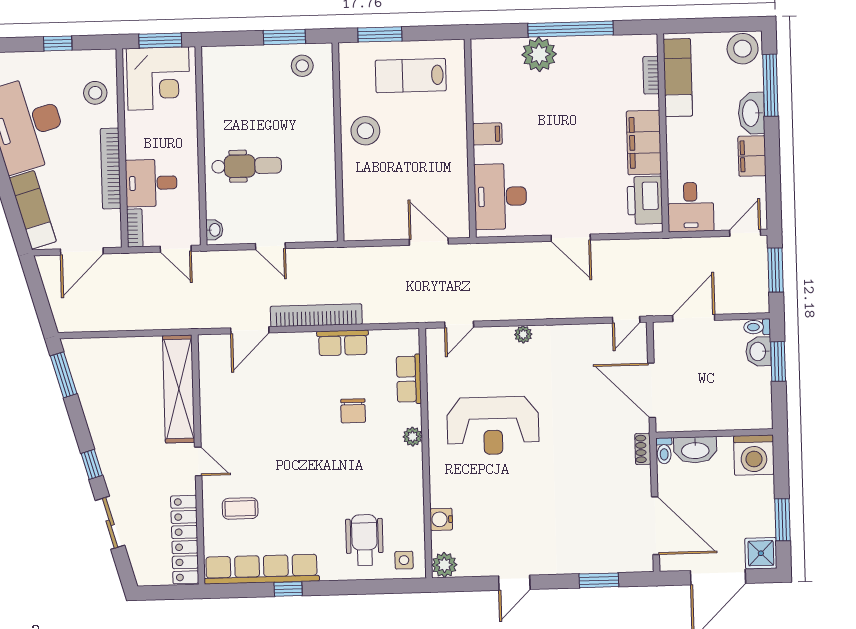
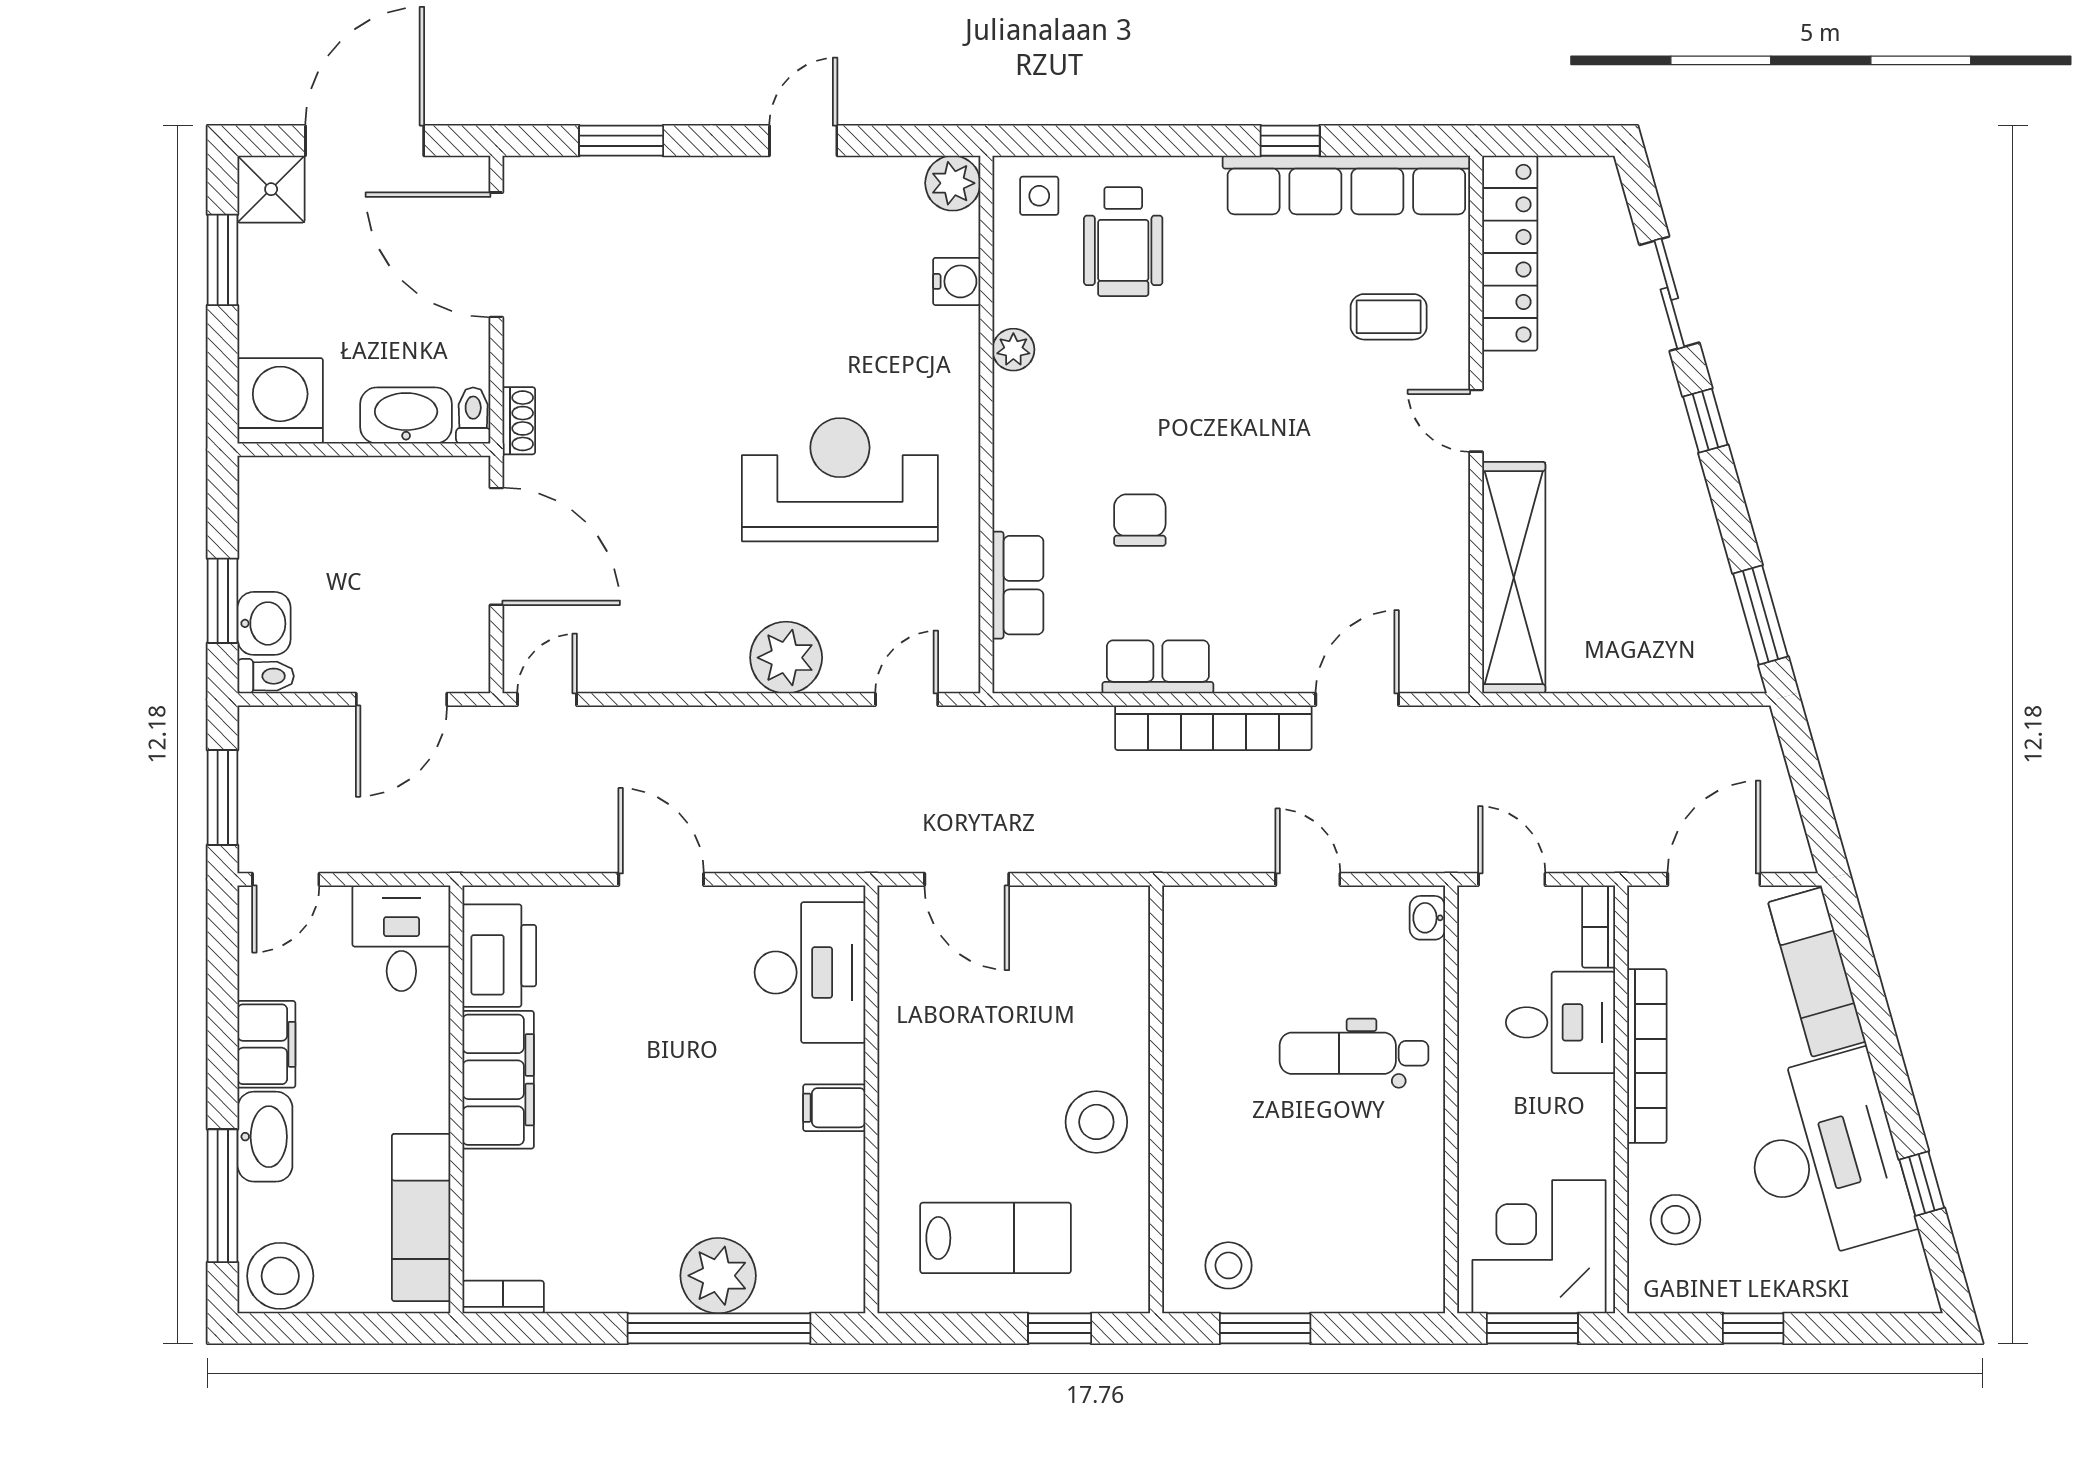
window: (571, 29) -> (719, 1328), moved
window: (380, 34) -> (1060, 1328), width x0.67
bookcase: (651, 75) -> (503, 1297), moved, turned -90
plant: (523, 334) -> (786, 658), width x1.87, depth x1.87
plant: (413, 437) -> (1013, 350), moved

